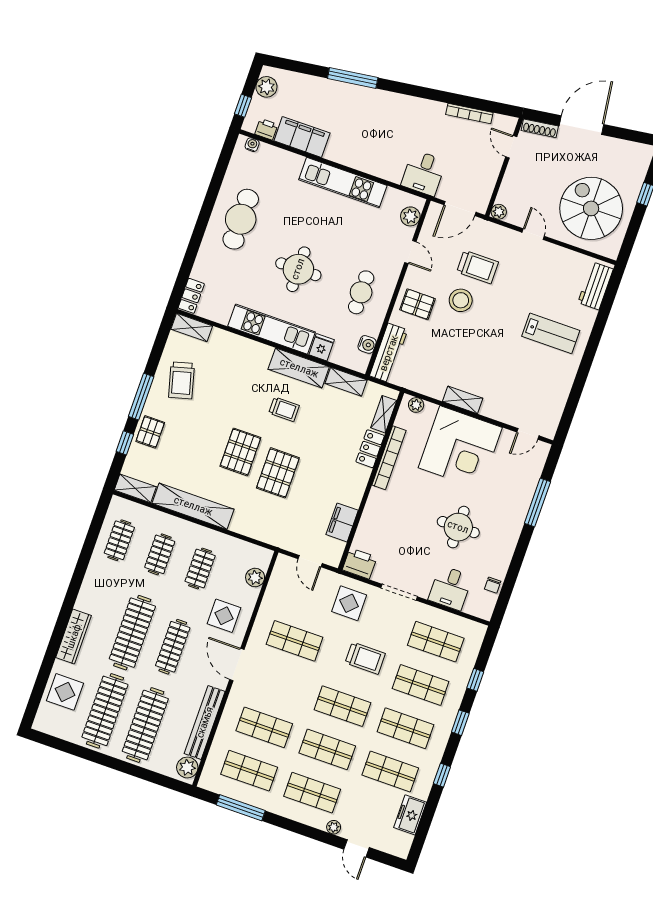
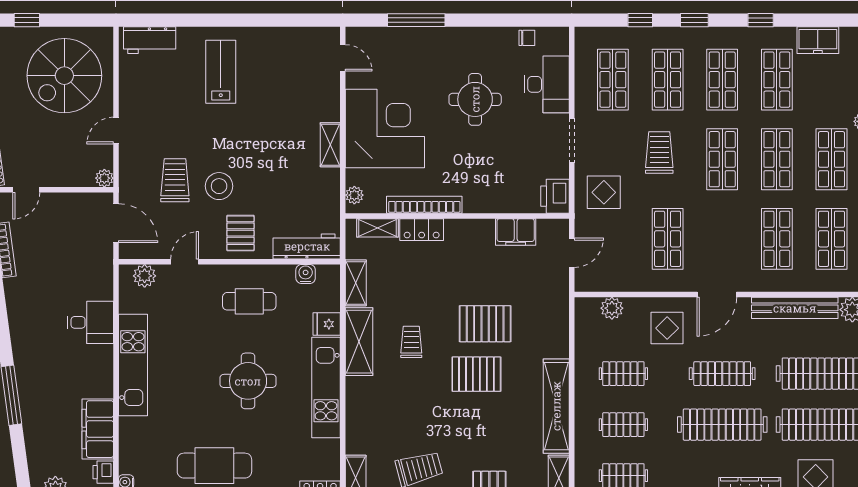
desk: (424, 173) -> (90, 322), moved
desk: (450, 588) -> (547, 84), width x1.37

